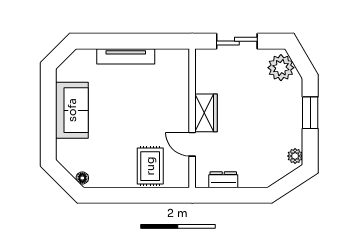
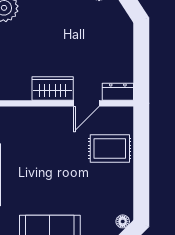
dresser: (223, 180) -> (118, 92), moved, turned 90

